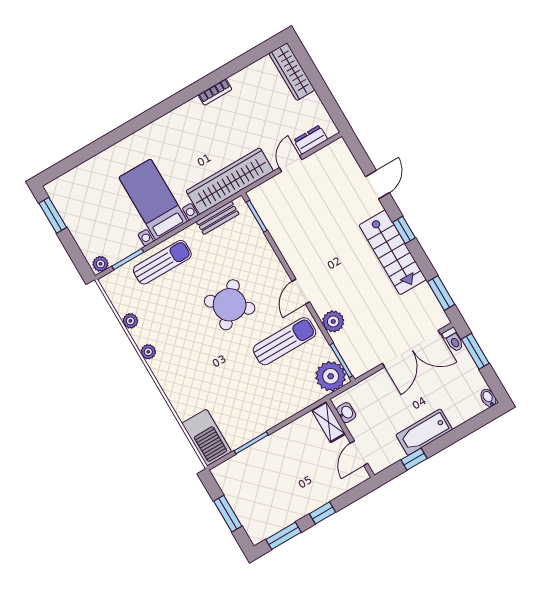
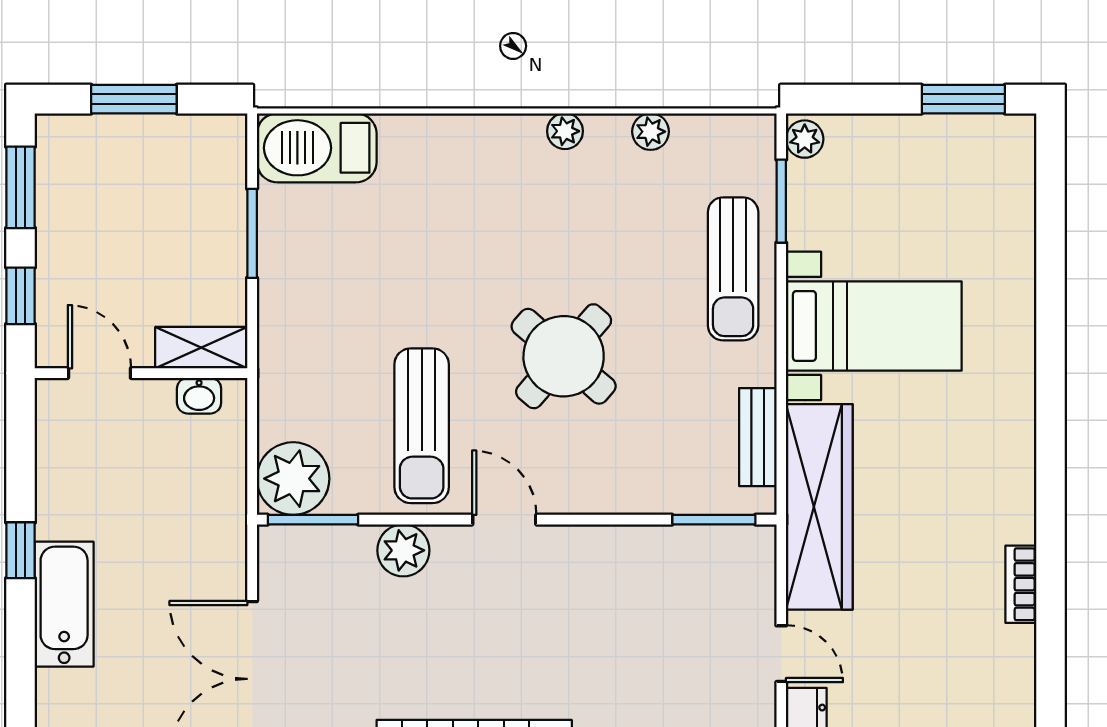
washbasin: (346, 413) -> (199, 396), moved
shelving: (328, 422) -> (201, 348), moved
wall: (350, 438) -> (141, 373), moved
door: (359, 453) -> (99, 373), moved

